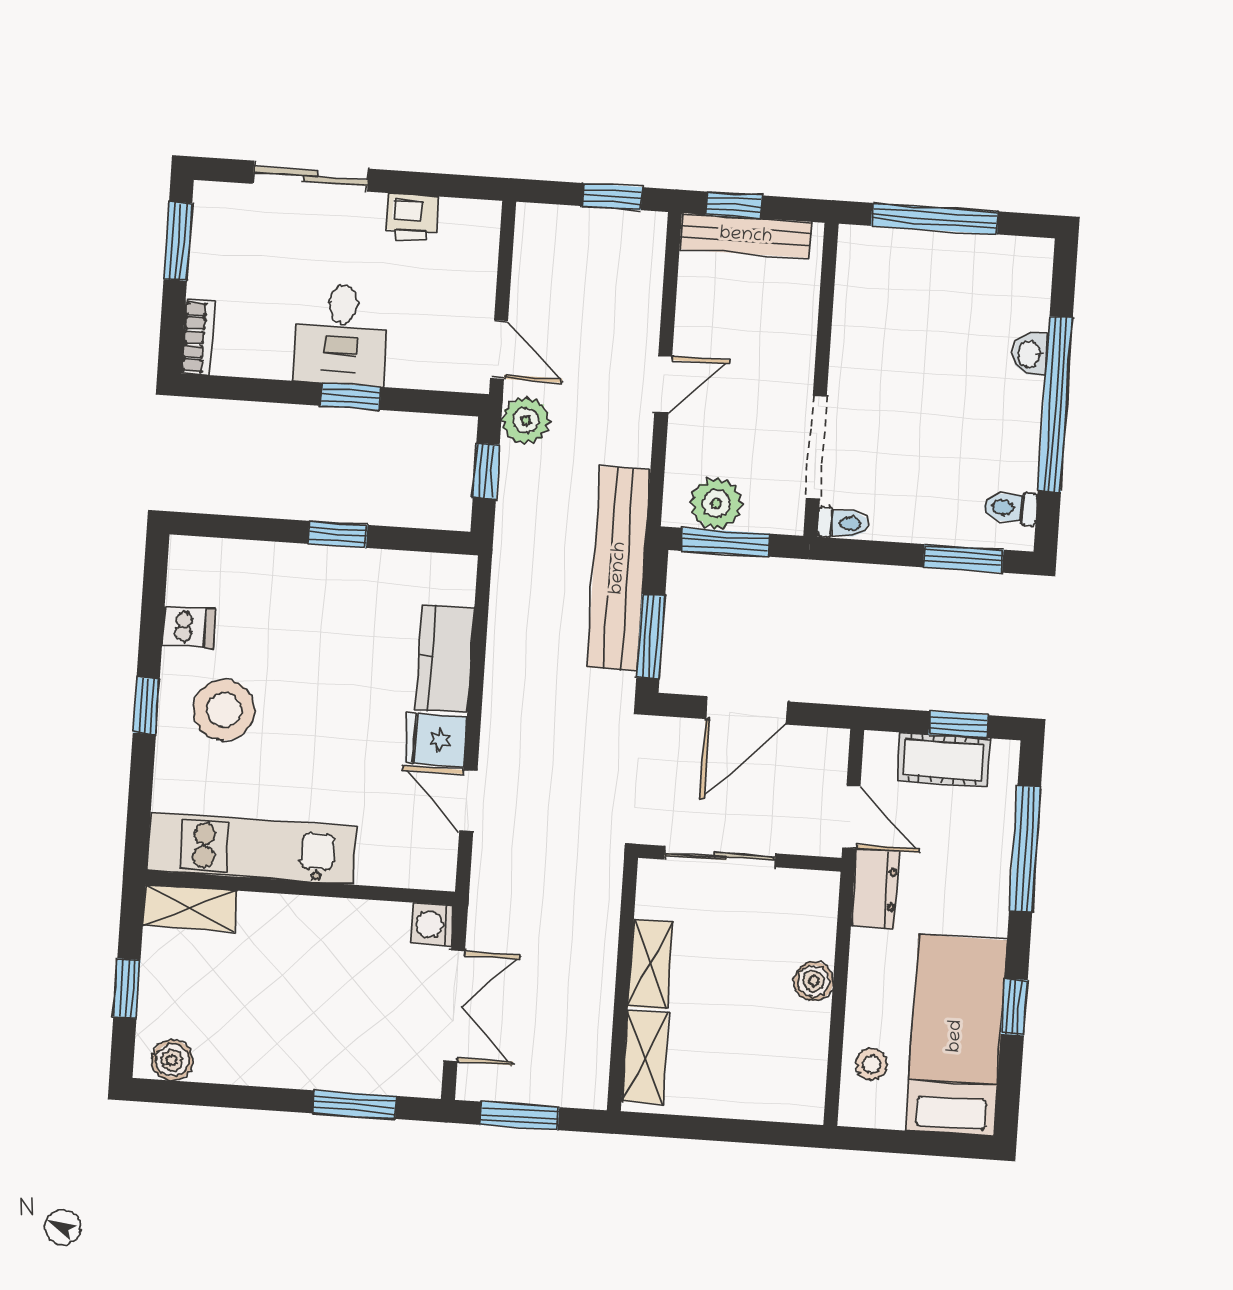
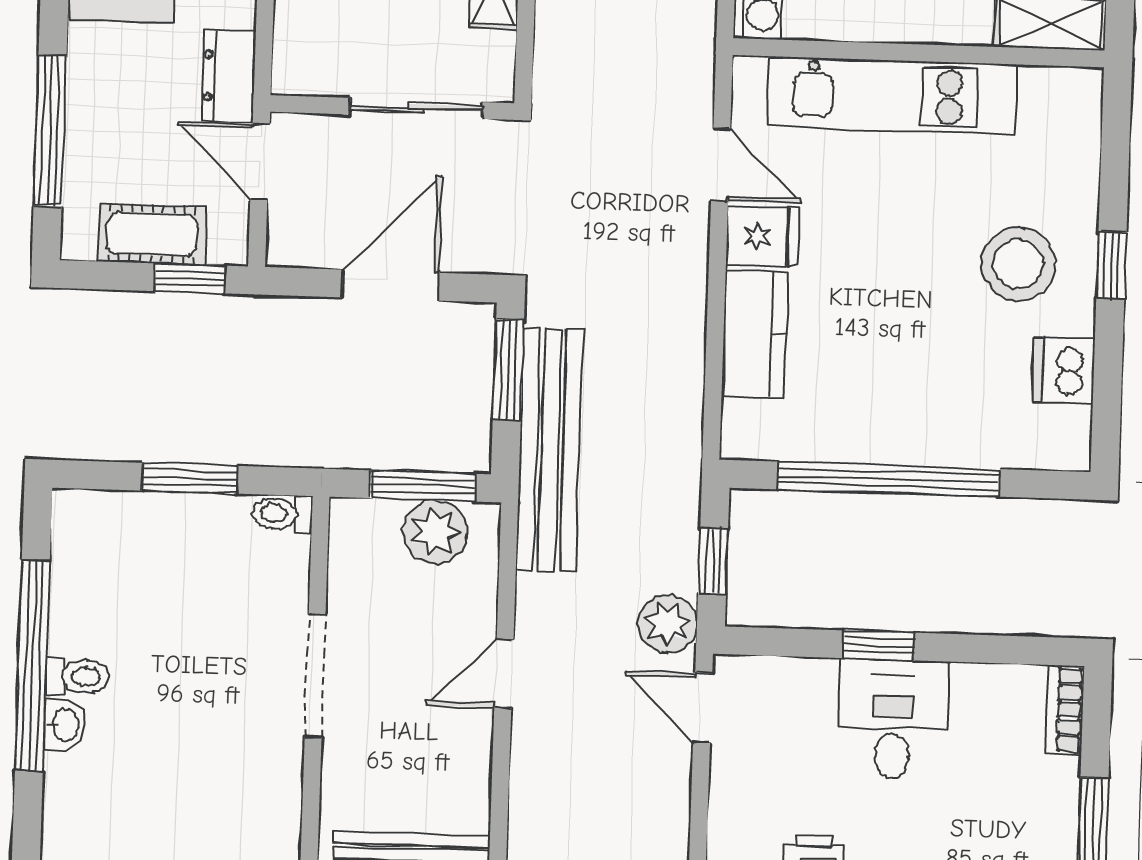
doorway: (816, 447) -> (315, 676), moved
toilet: (1010, 508) -> (77, 676), moved
window: (338, 534) -> (889, 479), width x3.17
window: (963, 558) -> (190, 478), moved
dishwasher: (189, 627) -> (1063, 371), width x1.38
window: (958, 725) -> (190, 278), moved
kitchen unit: (252, 849) -> (892, 95), moved

